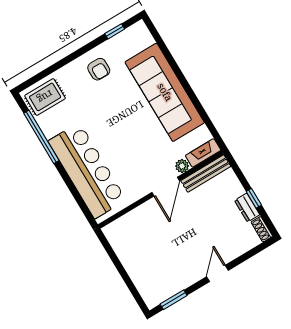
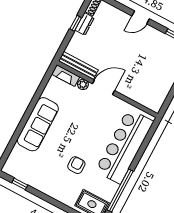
armchair: (99, 69) -> (76, 165), moved
sofa: (165, 92) -> (38, 124), width x0.74, depth x0.79

